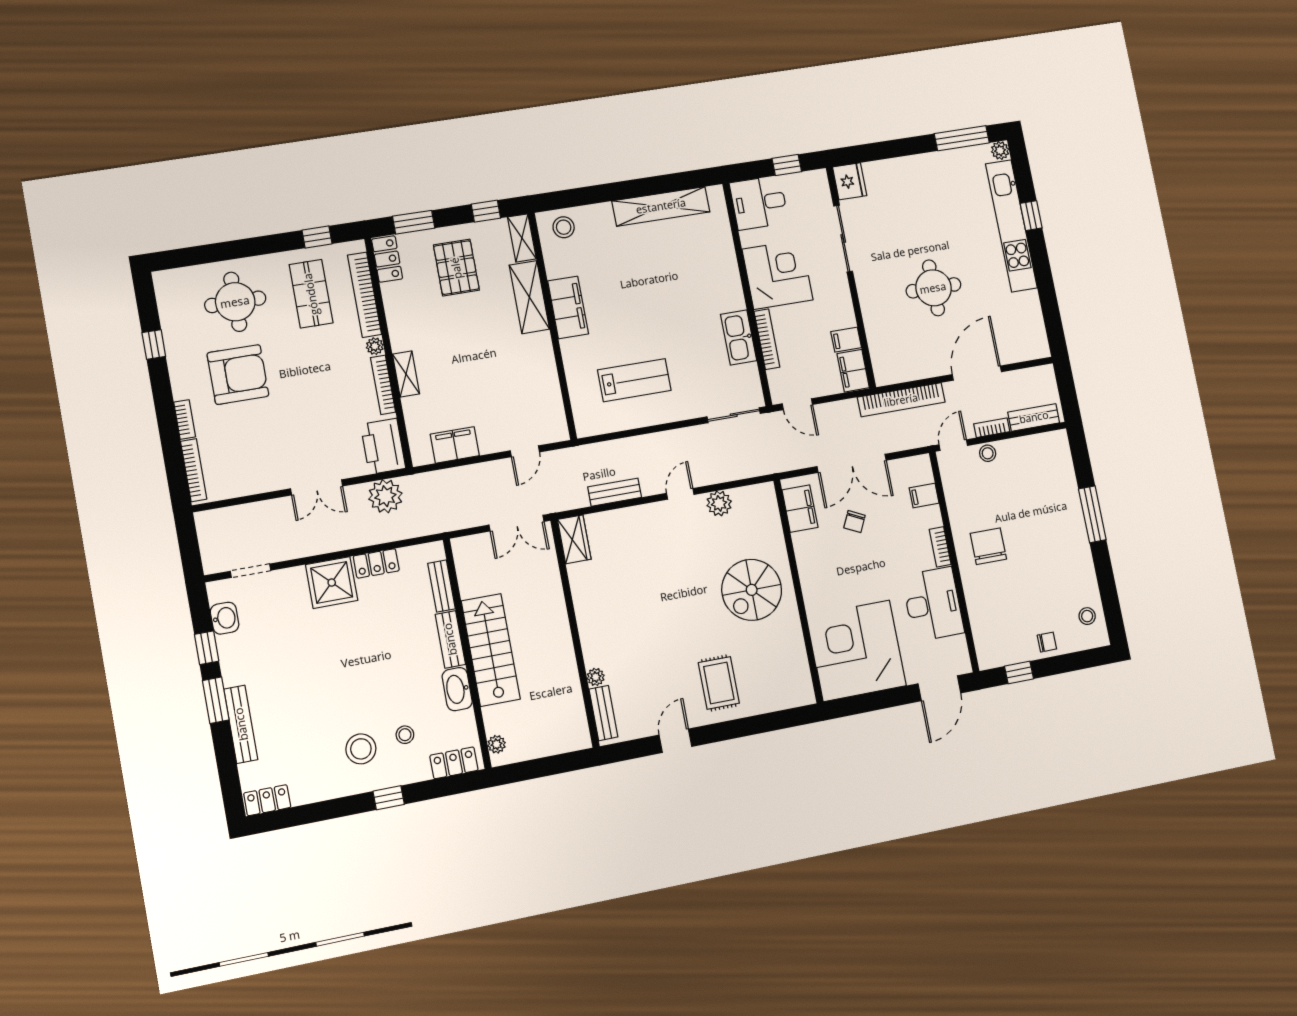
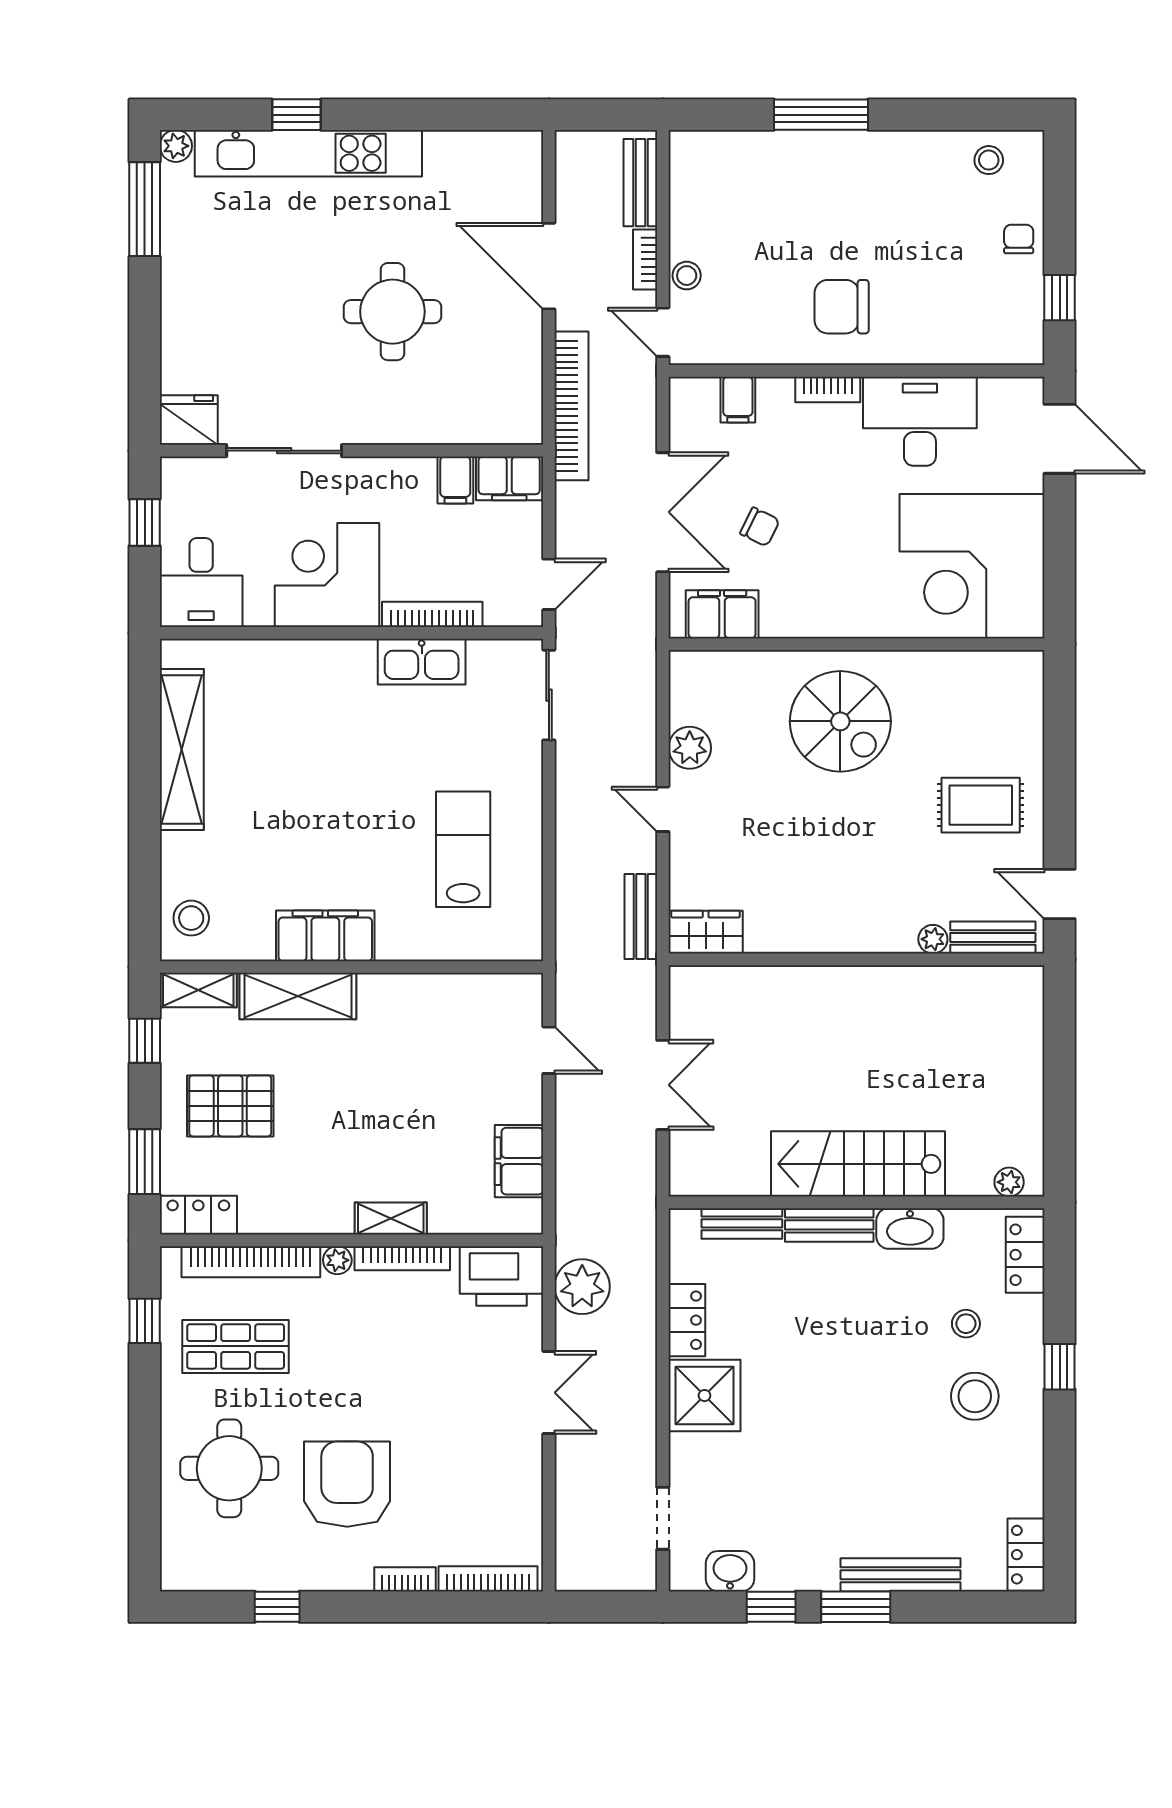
wardrobe: (574, 539) -> (706, 932), moved
wall: (575, 633) -> (856, 959), moved
plant: (596, 677) -> (933, 939), moved
bench: (603, 713) -> (993, 937), moved

